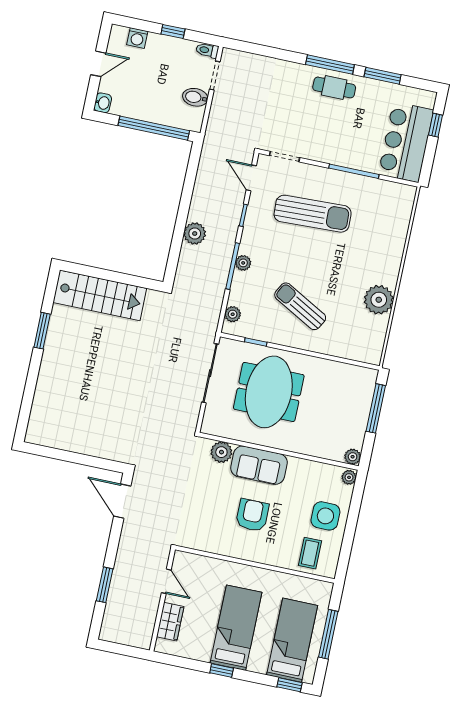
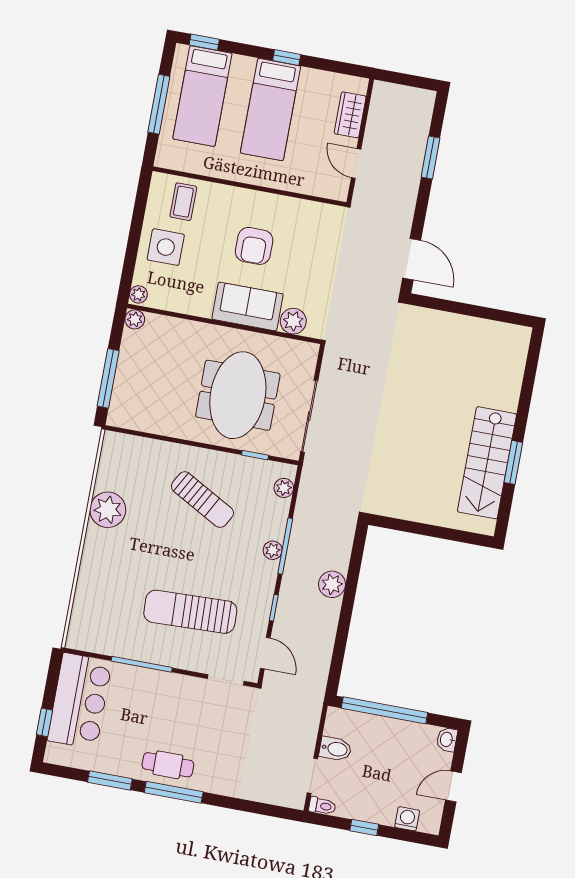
stairs: (100, 295) -> (487, 463), moved, turned -90

